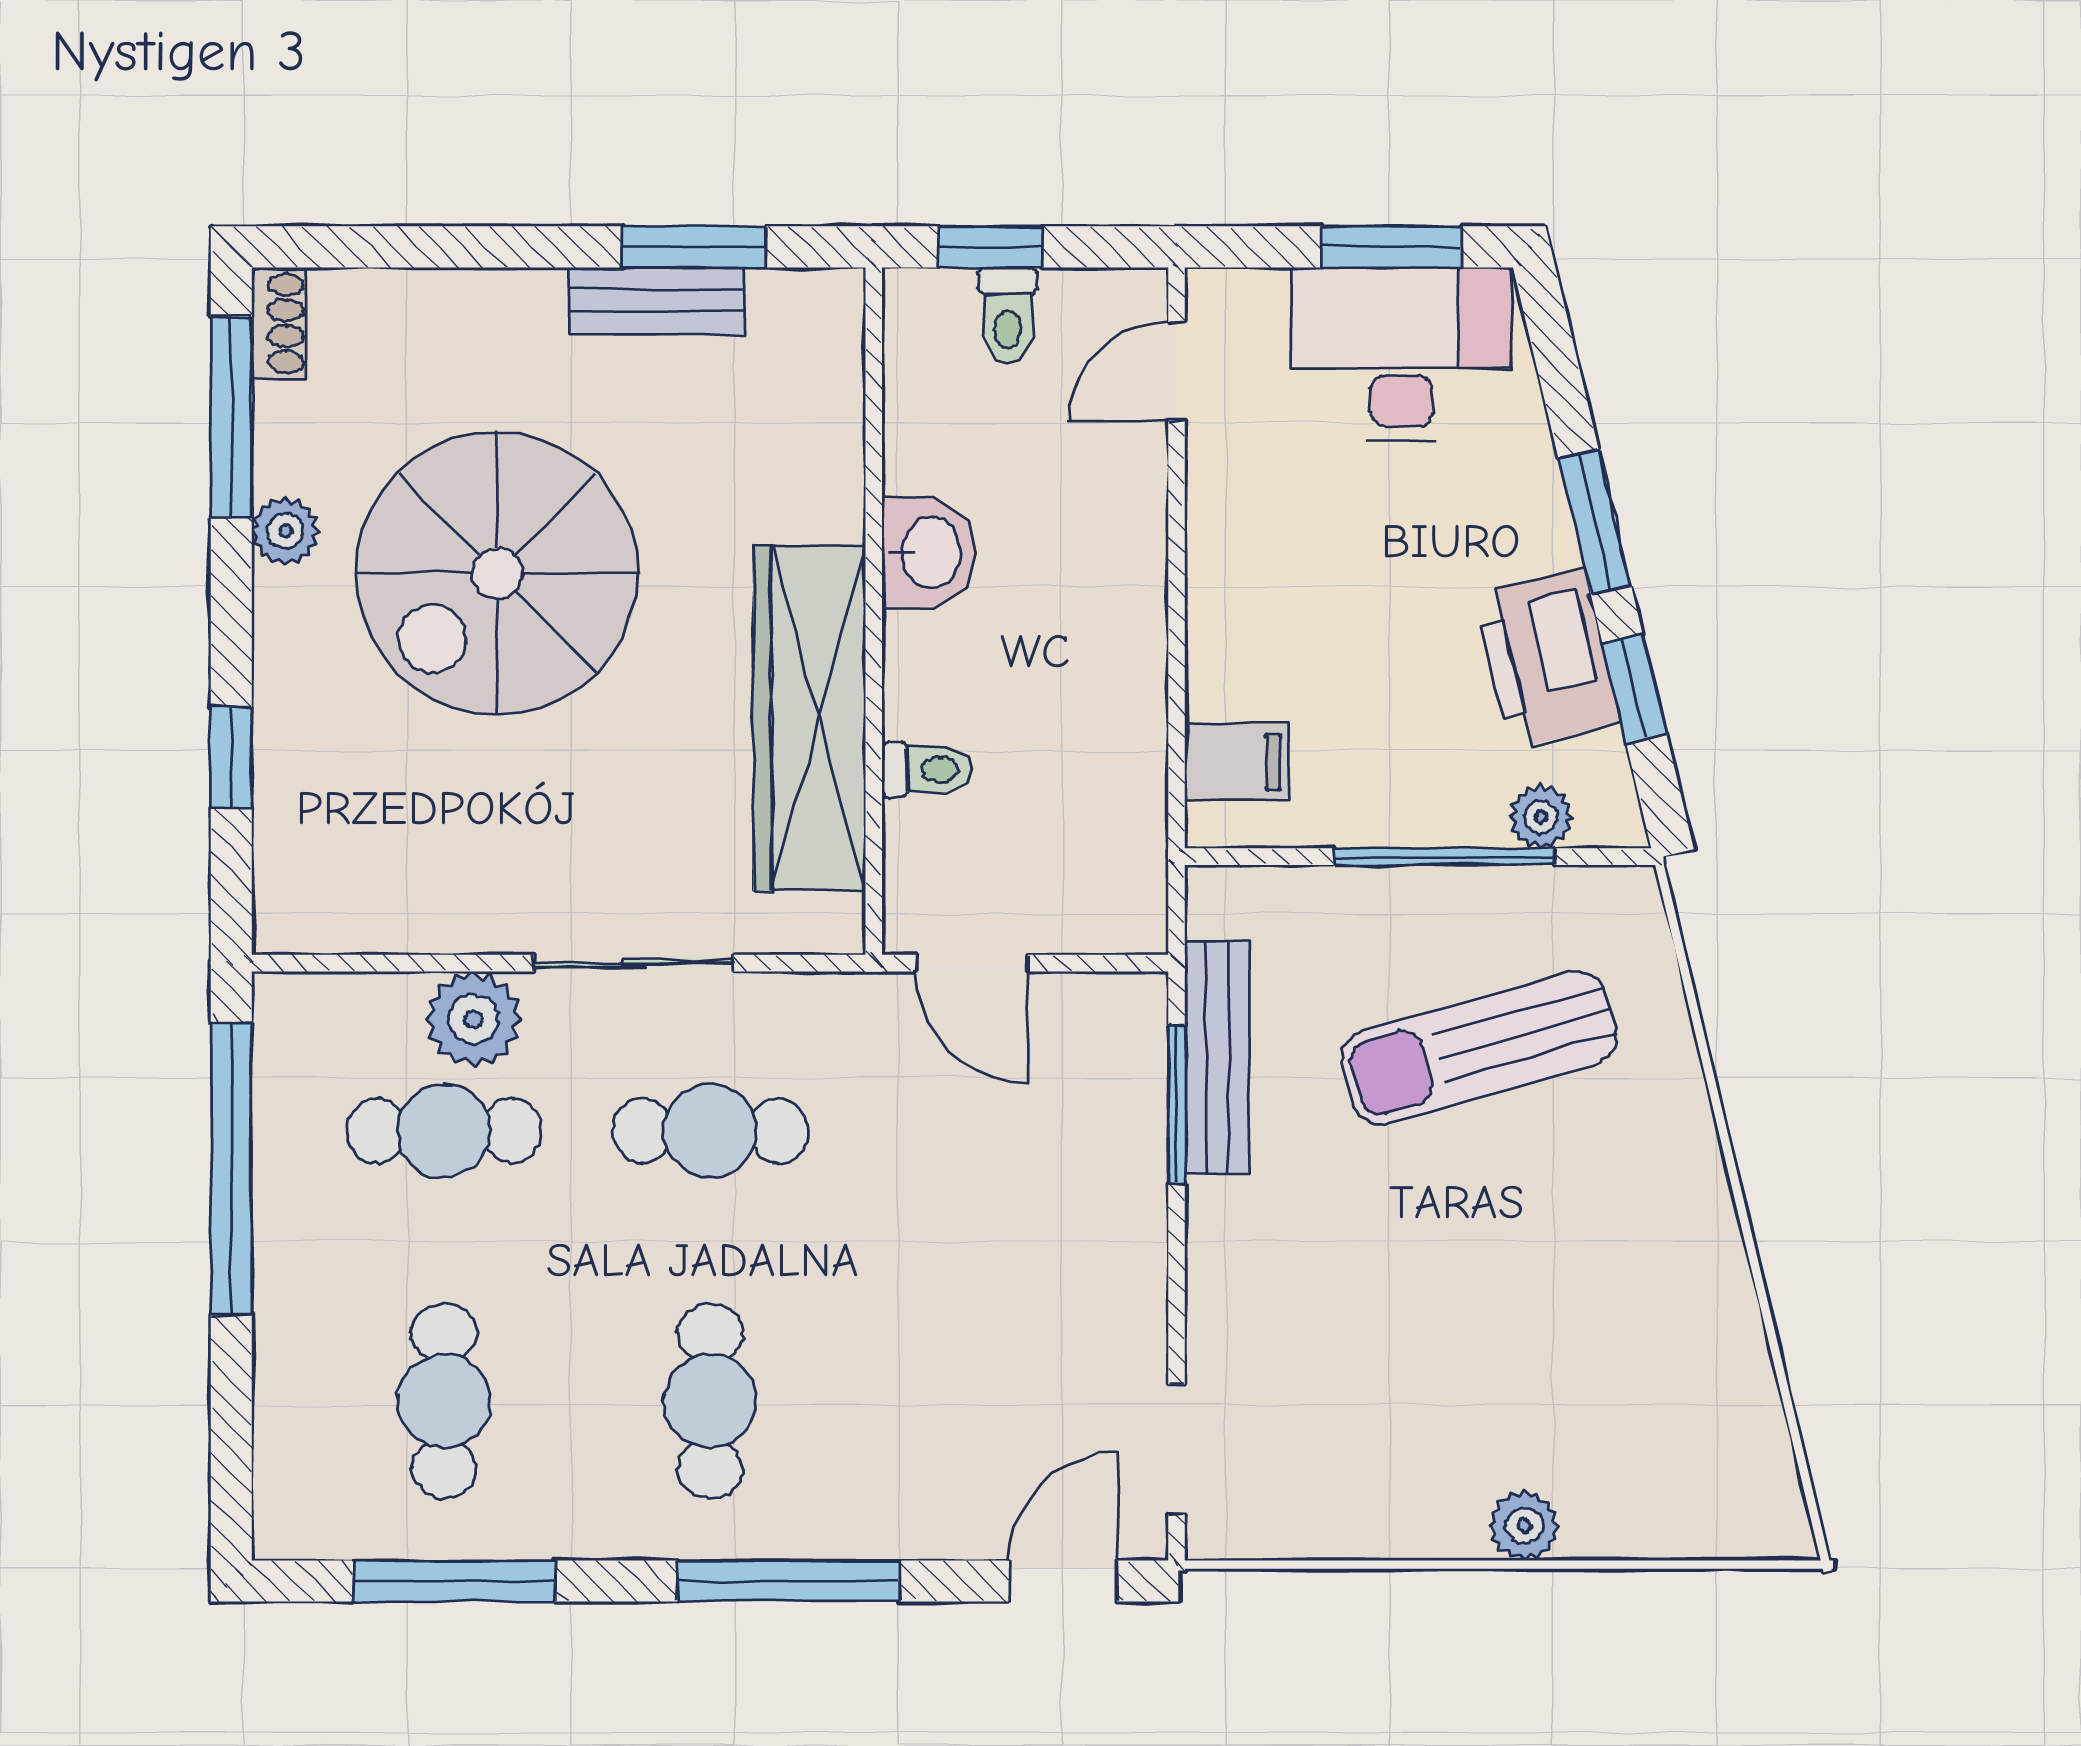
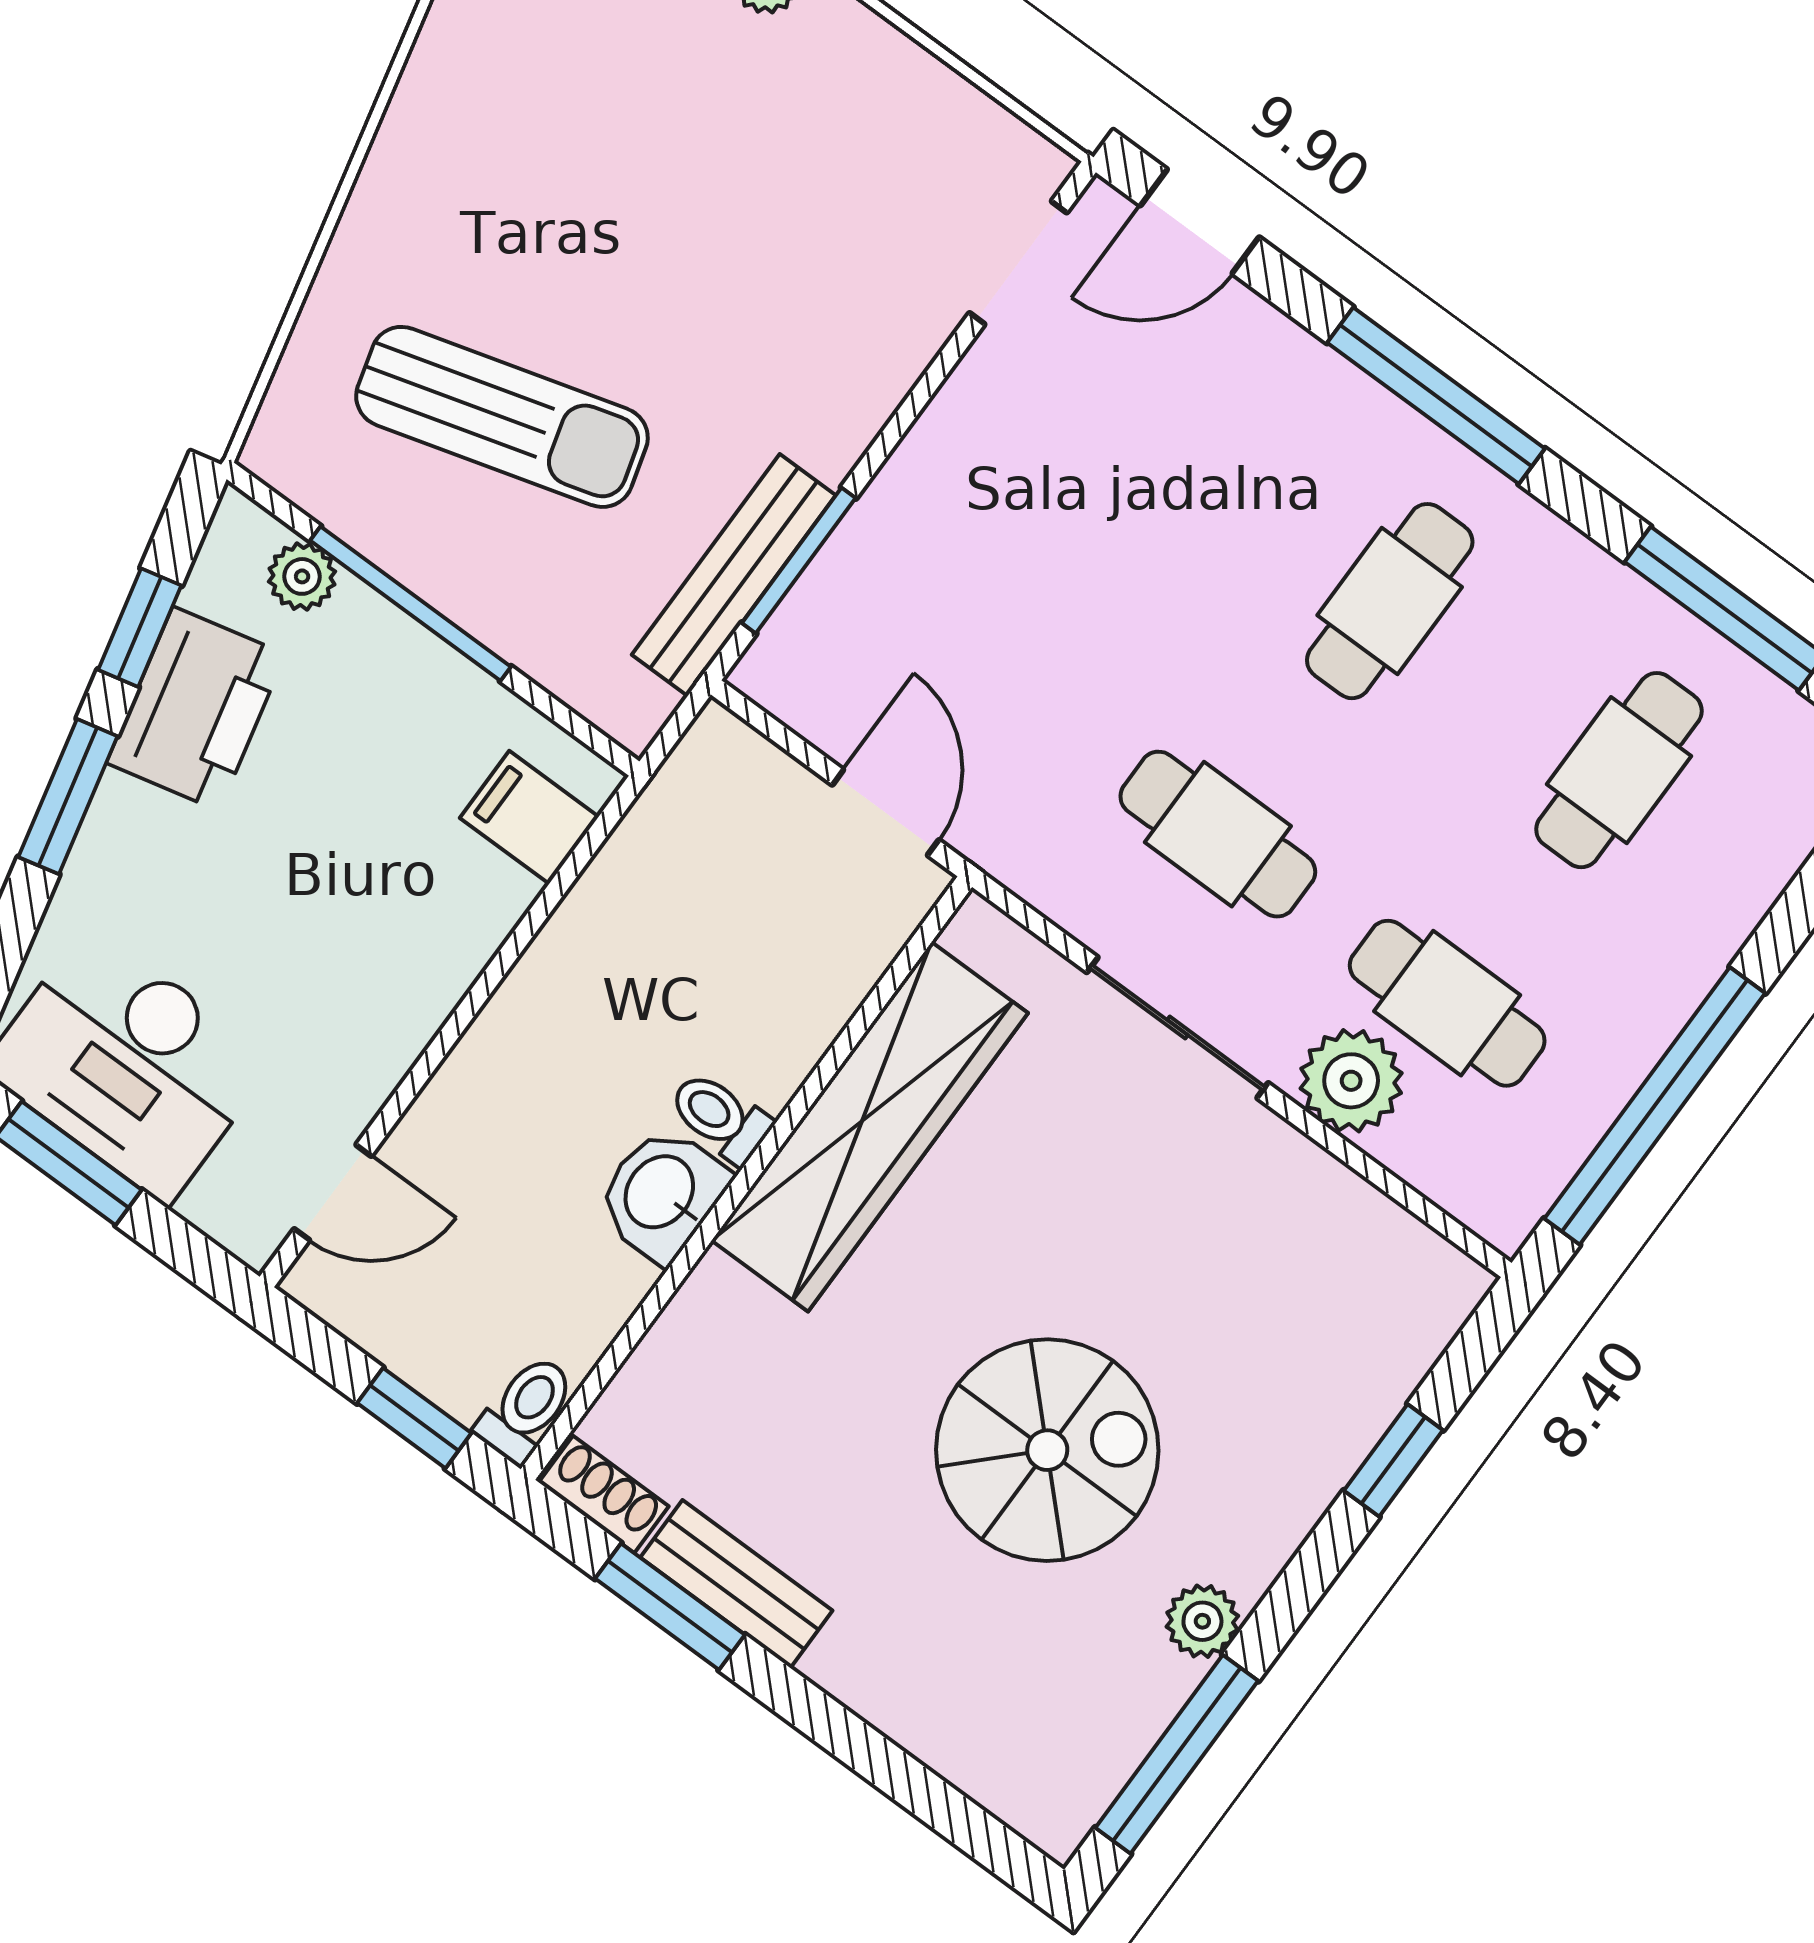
toilet: (1008, 316) -> (526, 1409), moved
shoe rack: (279, 323) -> (604, 1494), moved, turned 90
spiral stairs: (497, 573) -> (1047, 1450), width x0.73, depth x0.73
toilet: (927, 770) -> (720, 1117), moved

